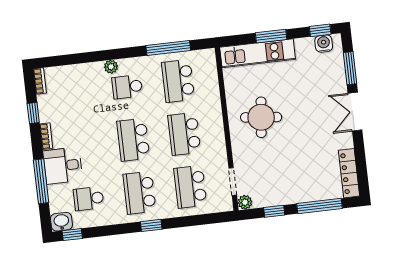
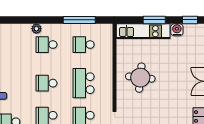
water cooler: (324, 44) -> (177, 30), moved
school desk: (178, 81) -> (84, 45), width x0.54
school desk: (133, 140) -> (46, 83), width x0.54

